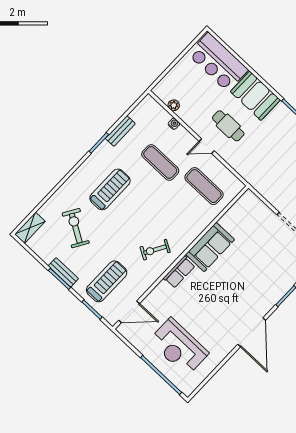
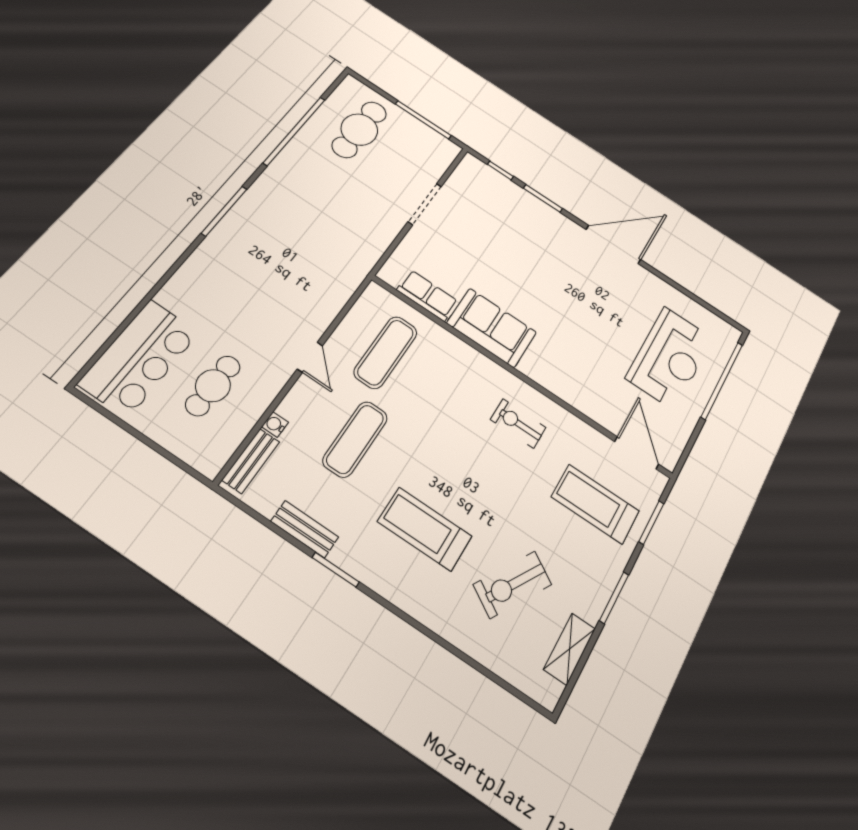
booth: (255, 96) -> (201, 282), removed
plant: (174, 105) -> (238, 430), removed
cafe table: (228, 126) -> (213, 386), moved
shelving: (30, 228) -> (570, 649), moved, turned 90
exercise bike: (155, 250) -> (518, 423), turned 150
bench: (63, 272) -> (251, 461), moved
row of seats: (179, 272) -> (427, 296), moved

